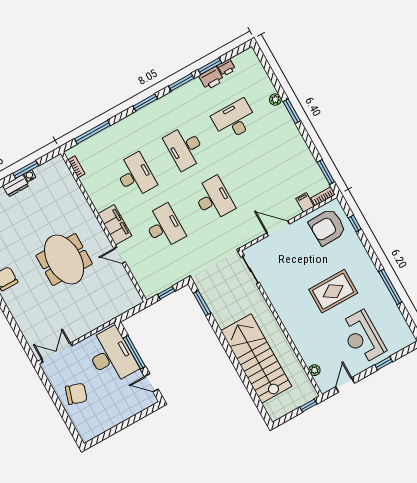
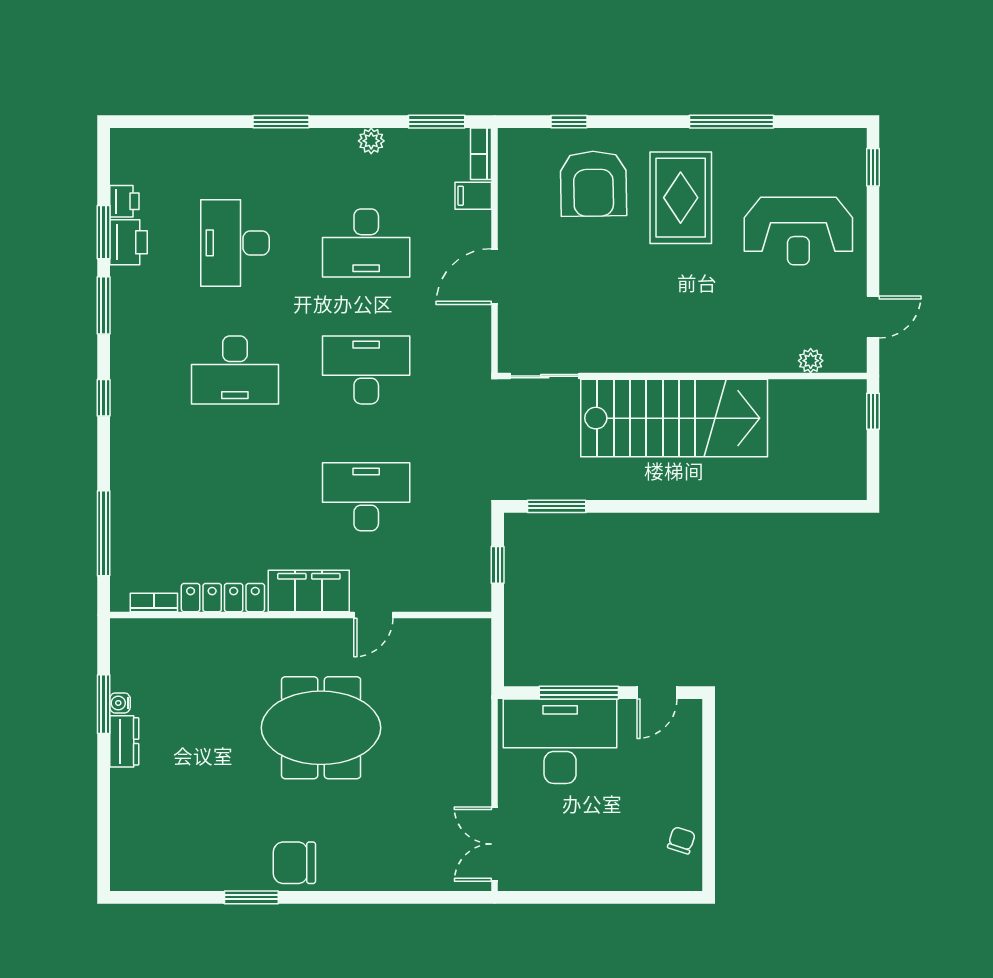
plant: (275, 100) -> (371, 141), moved
window: (145, 102) -> (104, 398), width x0.67
desk: (135, 175) -> (366, 243), moved, turned 180
locker: (93, 193) -> (223, 598), added
armchair: (327, 227) -> (593, 184), moved
rug: (333, 291) -> (681, 198), moved
stairs: (256, 358) -> (674, 418), moved, turned 180
window: (384, 363) -> (873, 167), moved
door: (345, 385) -> (873, 317), swing flipped
chair: (76, 394) -> (681, 840), moved, width x0.54, depth x0.54

